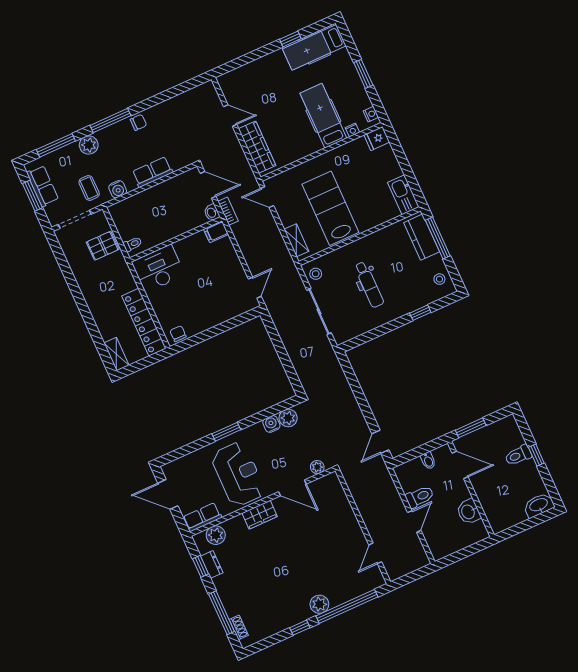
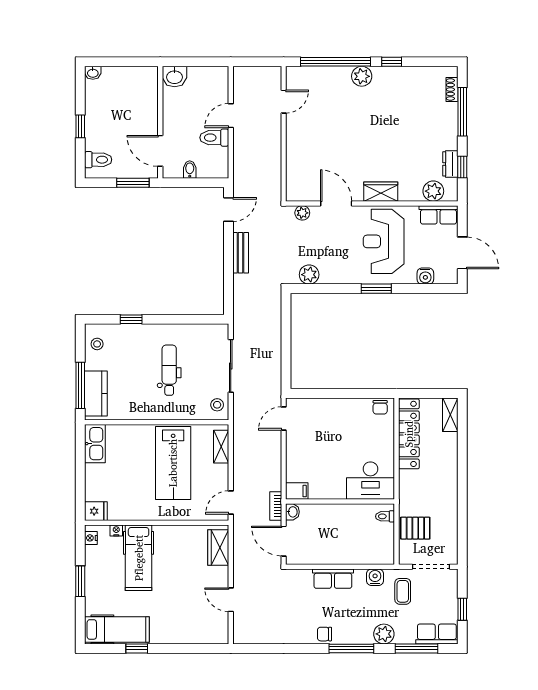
wardrobe: (257, 147) -> (218, 547), width x0.67
row of seats: (43, 186) -> (437, 634), moved, turned 90
window: (32, 196) -> (462, 609), width x0.67
door: (267, 197) -> (231, 502), swing flipped
bench: (354, 410) -> (241, 253), added
water cooler: (271, 424) -> (425, 276), moved
toilet: (518, 455) -> (98, 160), moved
washbasin: (539, 505) -> (93, 73), width x0.52, depth x0.69
washbasin: (469, 512) -> (175, 77), moved, turned 90

